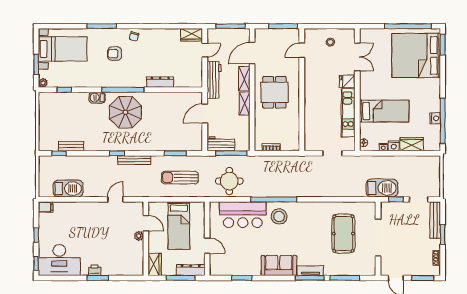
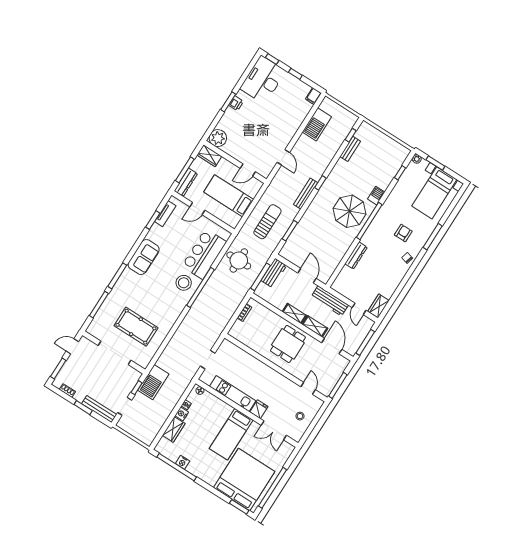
dining table: (274, 92) -> (288, 344), turned 90
bed: (384, 111) -> (231, 434), moved
plant: (139, 236) -> (218, 138), moved, width x1.88, depth x1.88
tv unit: (310, 271) -> (165, 214), moved

